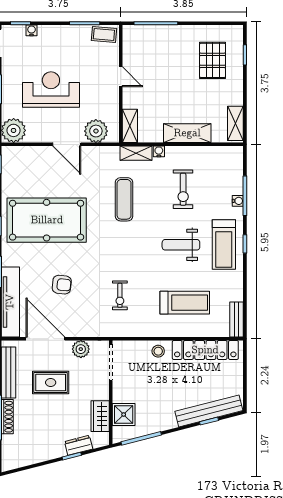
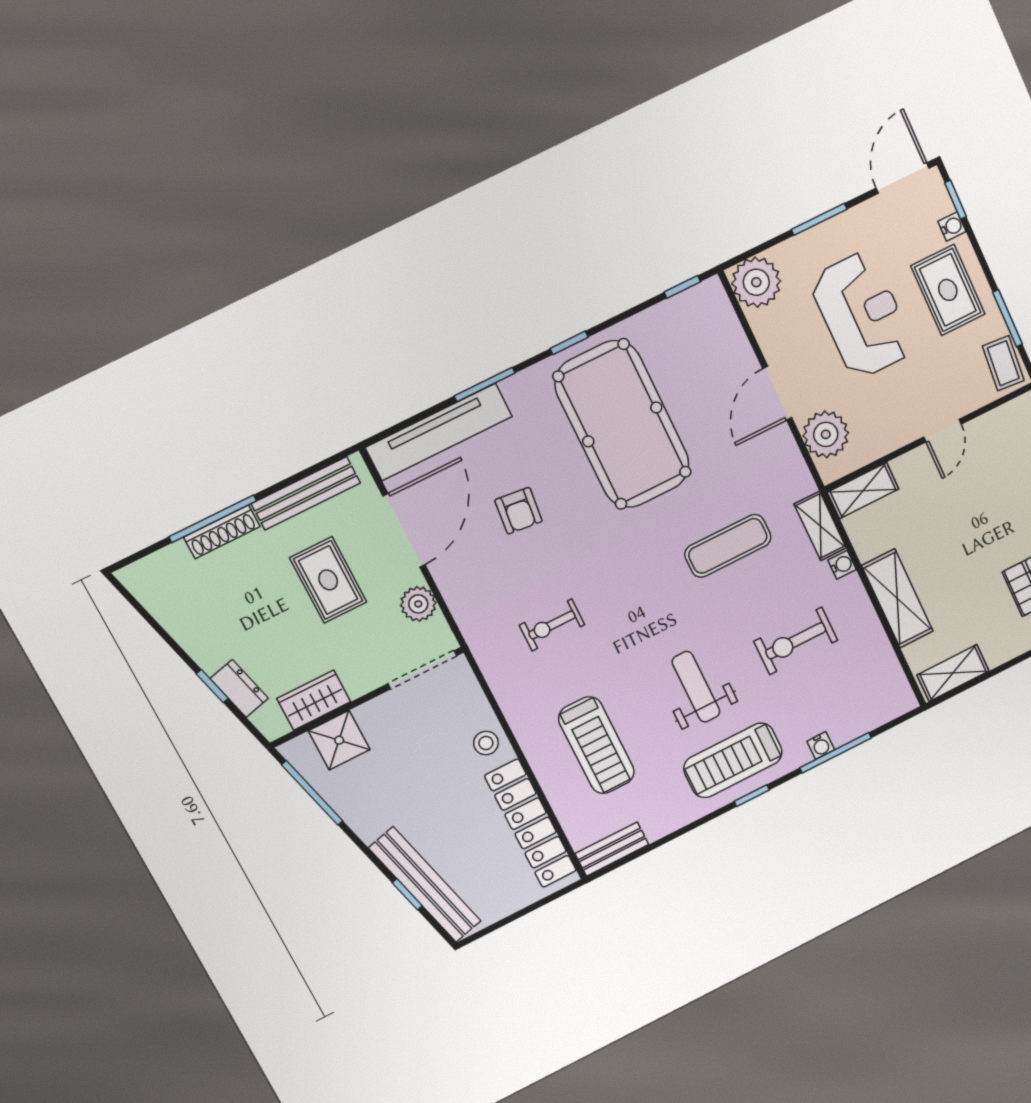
rug: (59, 45) -> (948, 290), added

